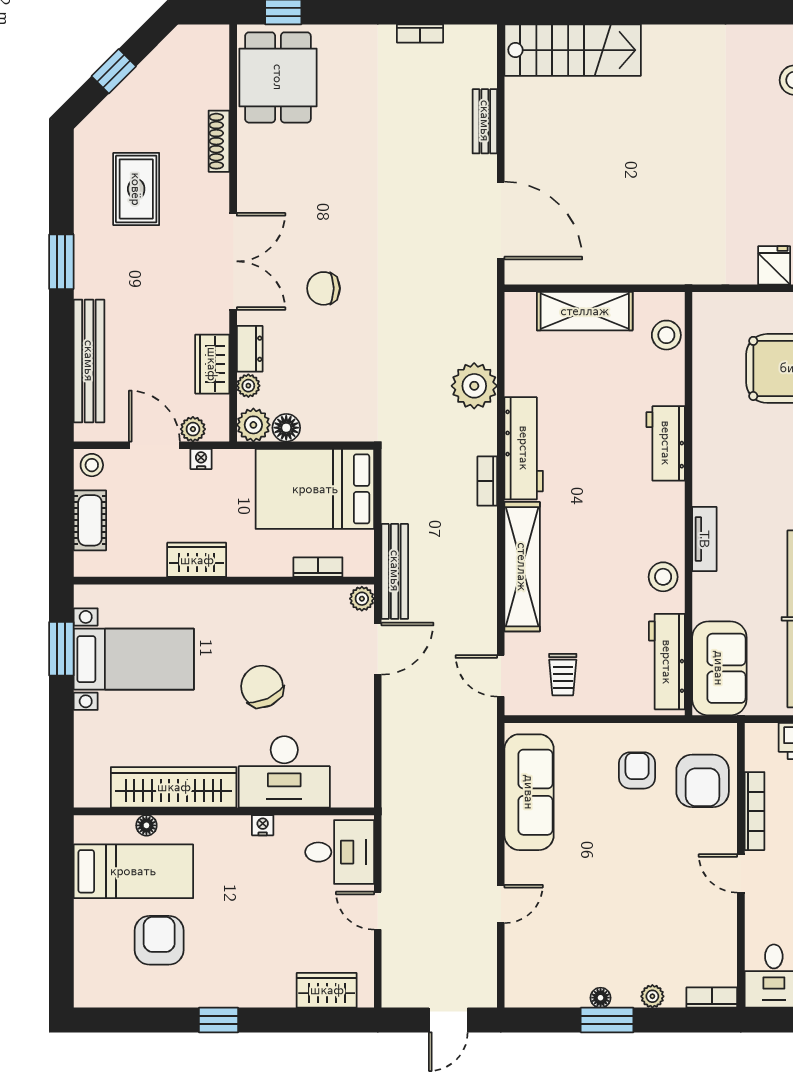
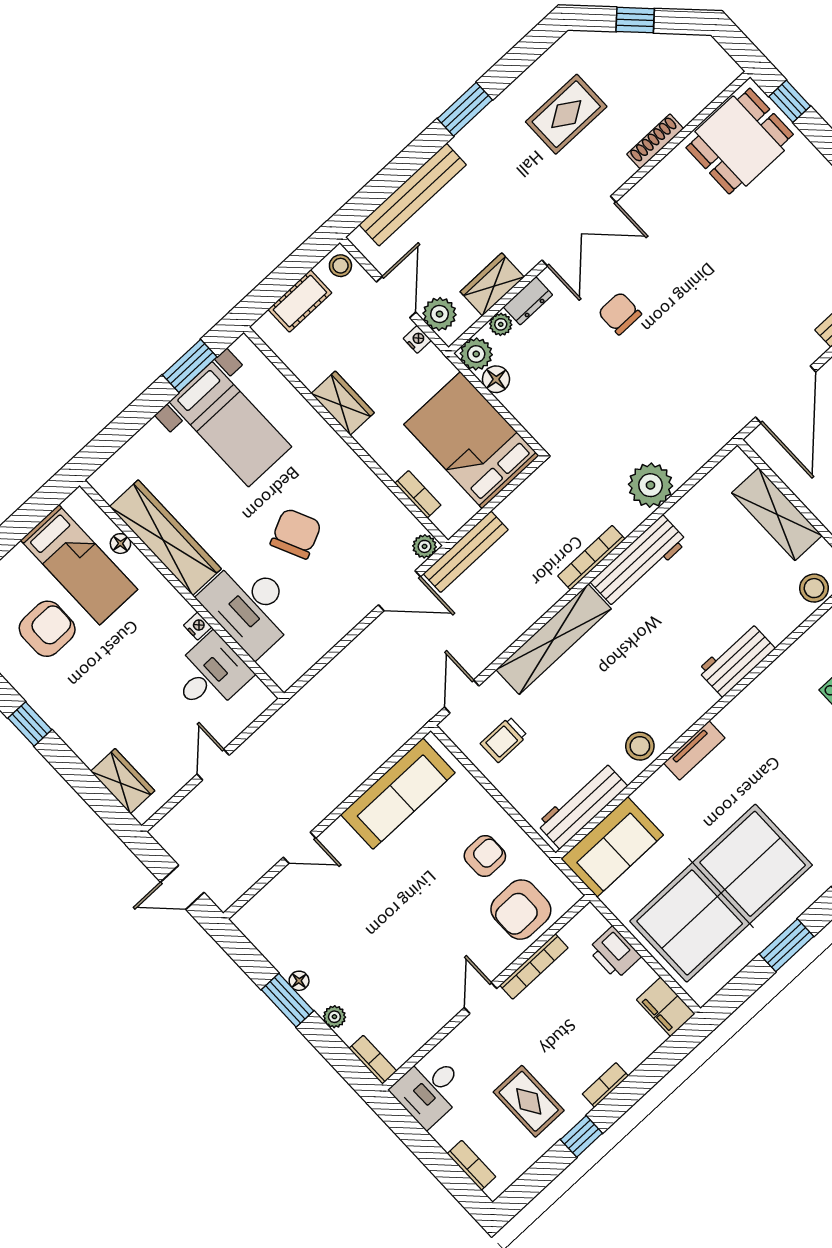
plant: (193, 429) -> (440, 314), width x1.38, depth x1.38
bookcase: (487, 481) -> (591, 558), width x1.56
desk: (340, 852) -> (210, 674), moved, turned -90

